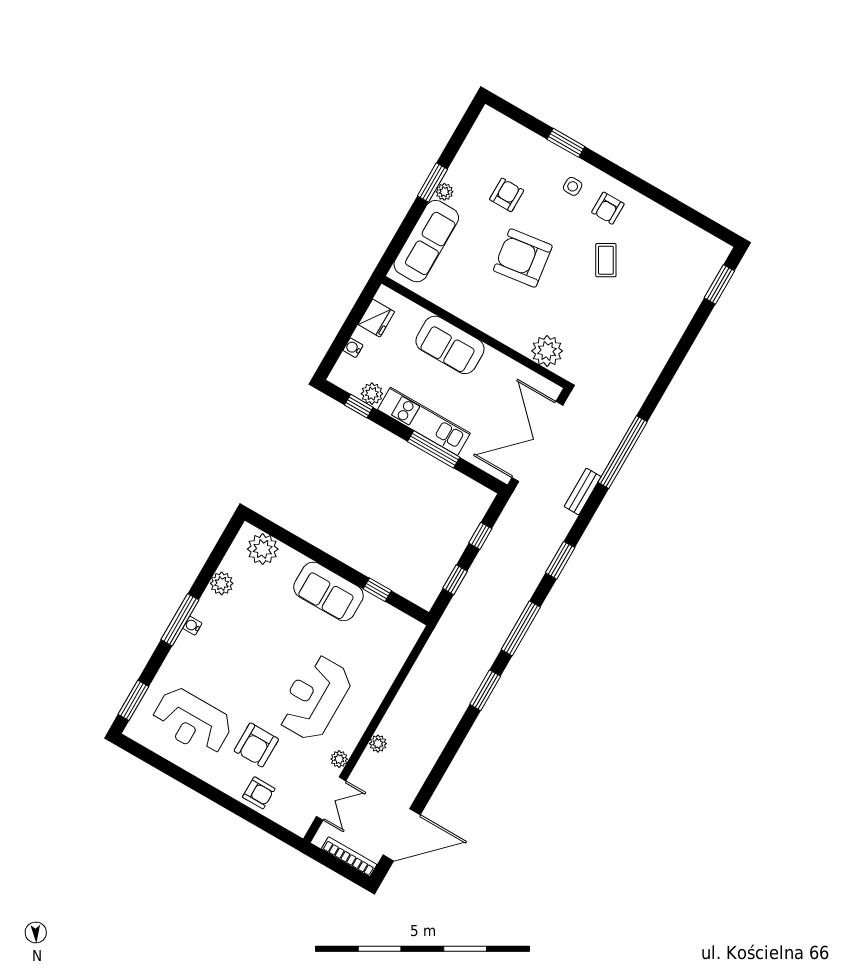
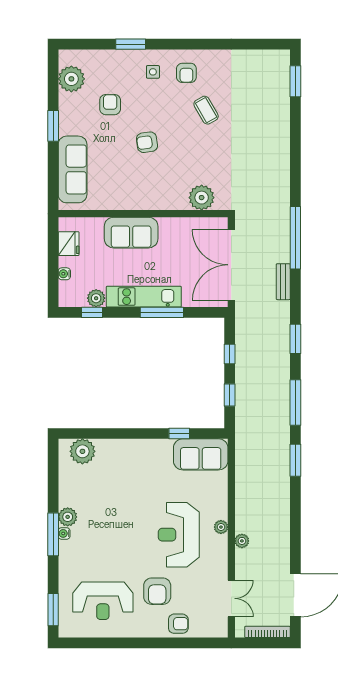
plant: (444, 192) -> (71, 79), moved, width x1.87, depth x1.87
armchair: (523, 258) -> (147, 142), width x0.53, depth x0.53
plant: (222, 583) -> (68, 517), moved
sofa: (328, 591) -> (201, 454), moved
plant: (339, 759) -> (221, 527), moved

